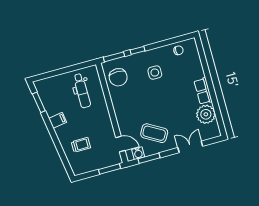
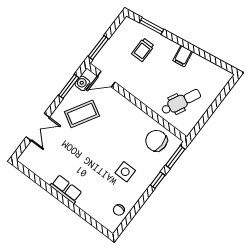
dental chair: (82, 91) -> (181, 102), turned 116
window: (39, 102) -> (152, 26), moved
plant: (206, 114) -> (47, 169), removed

